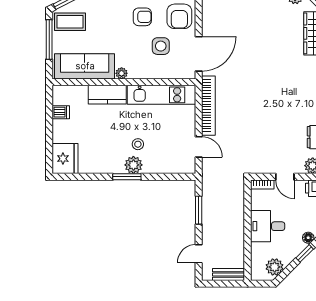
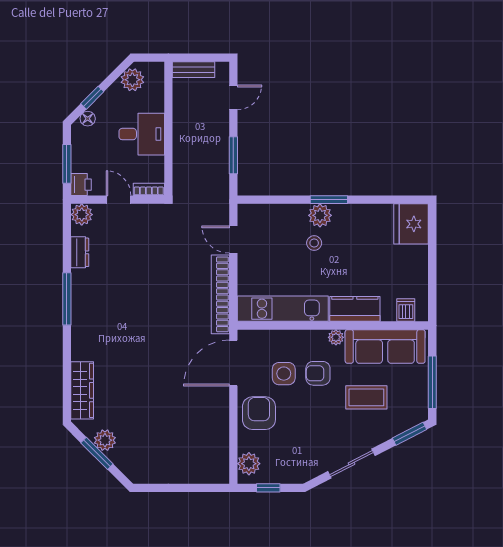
armchair: (142, 17) -> (318, 373), moved
coffee table: (70, 22) -> (366, 397), moved
dishwasher: (61, 112) -> (406, 310), moved, turned 90

